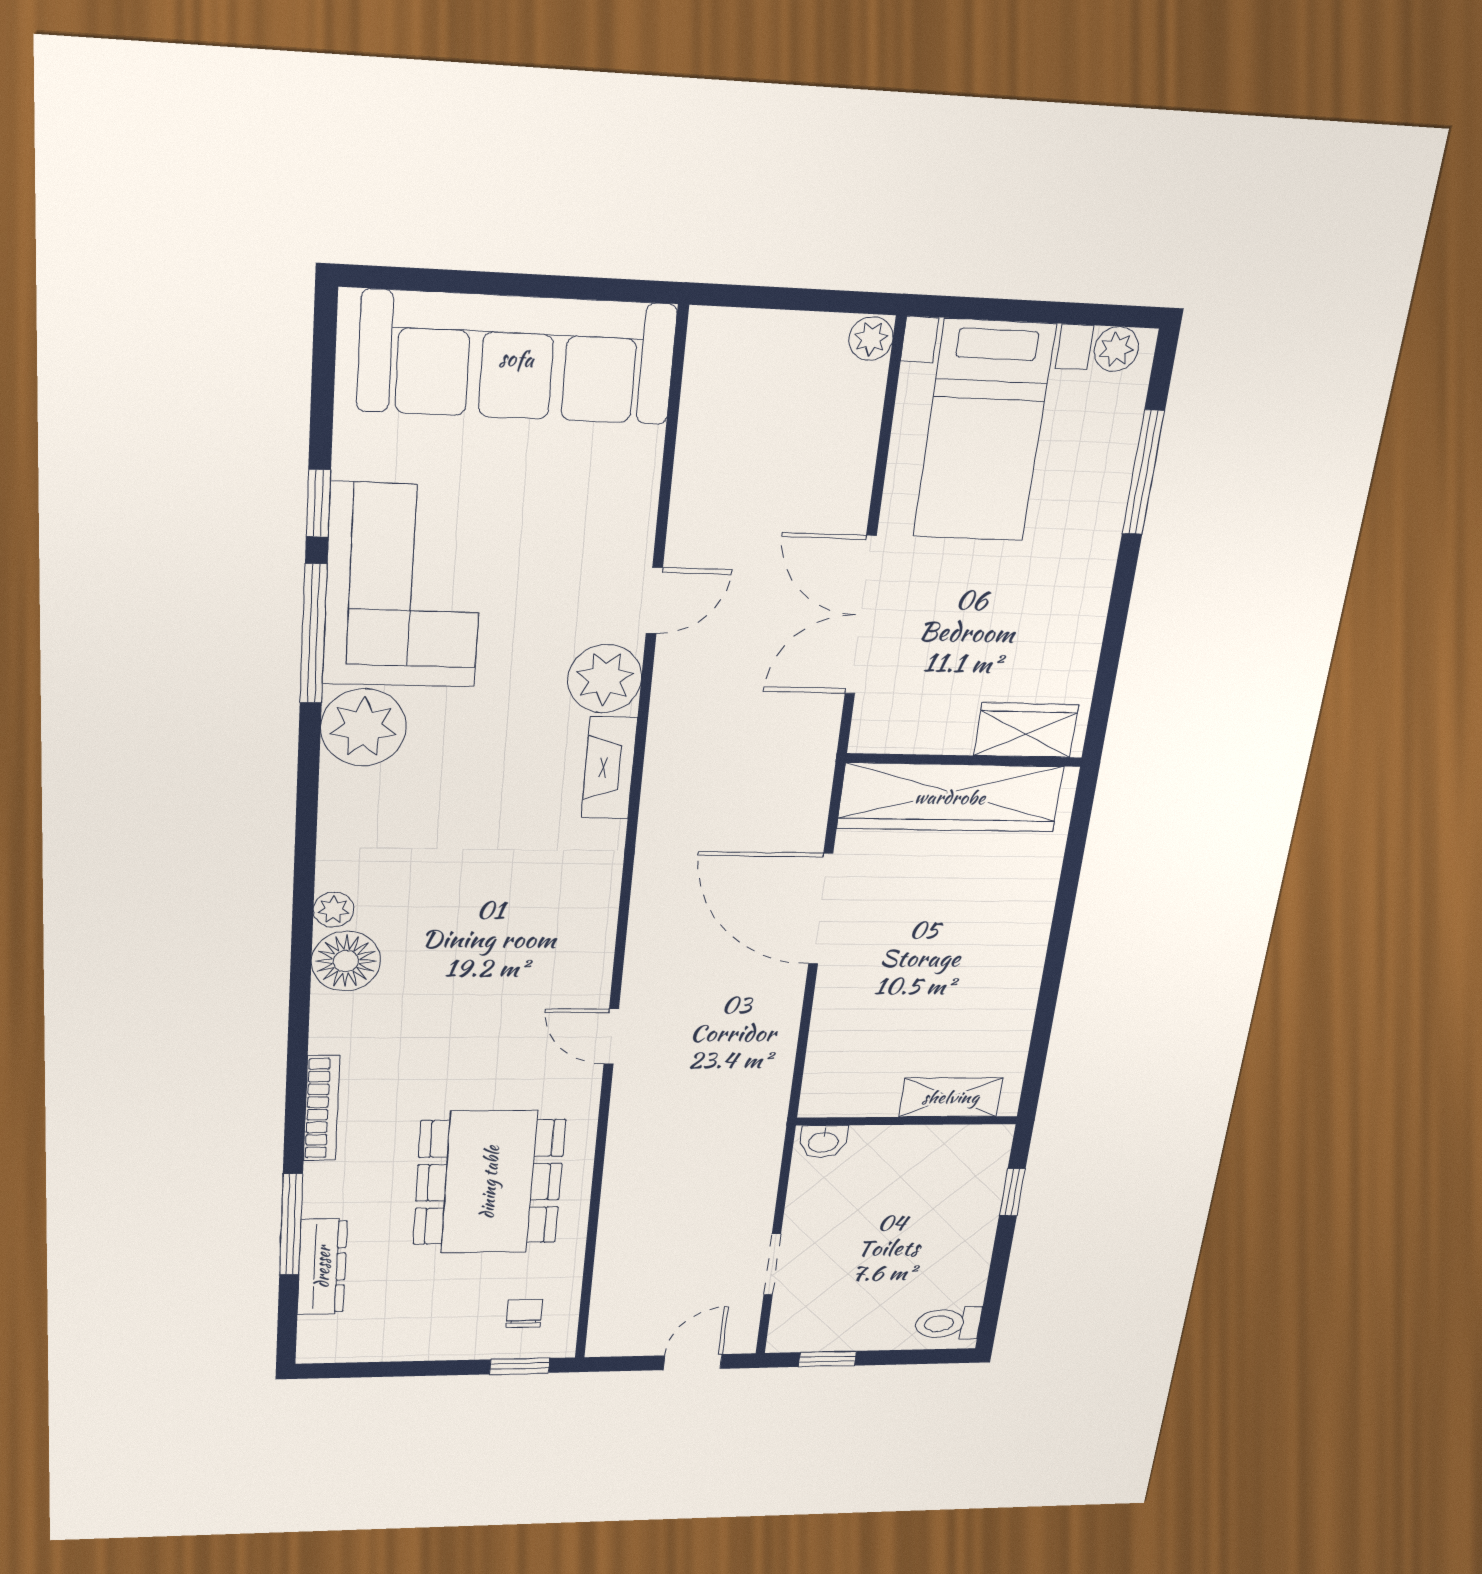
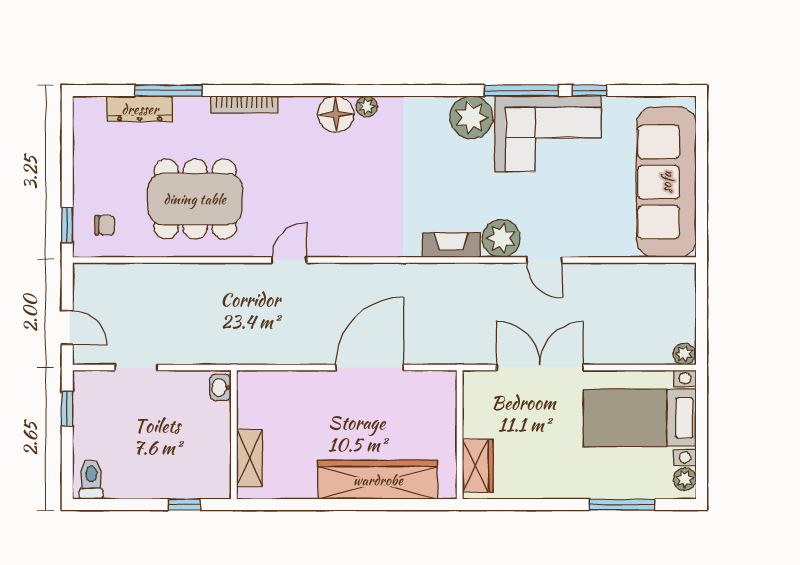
wardrobe: (950, 797) -> (378, 480), moved, turned 90

